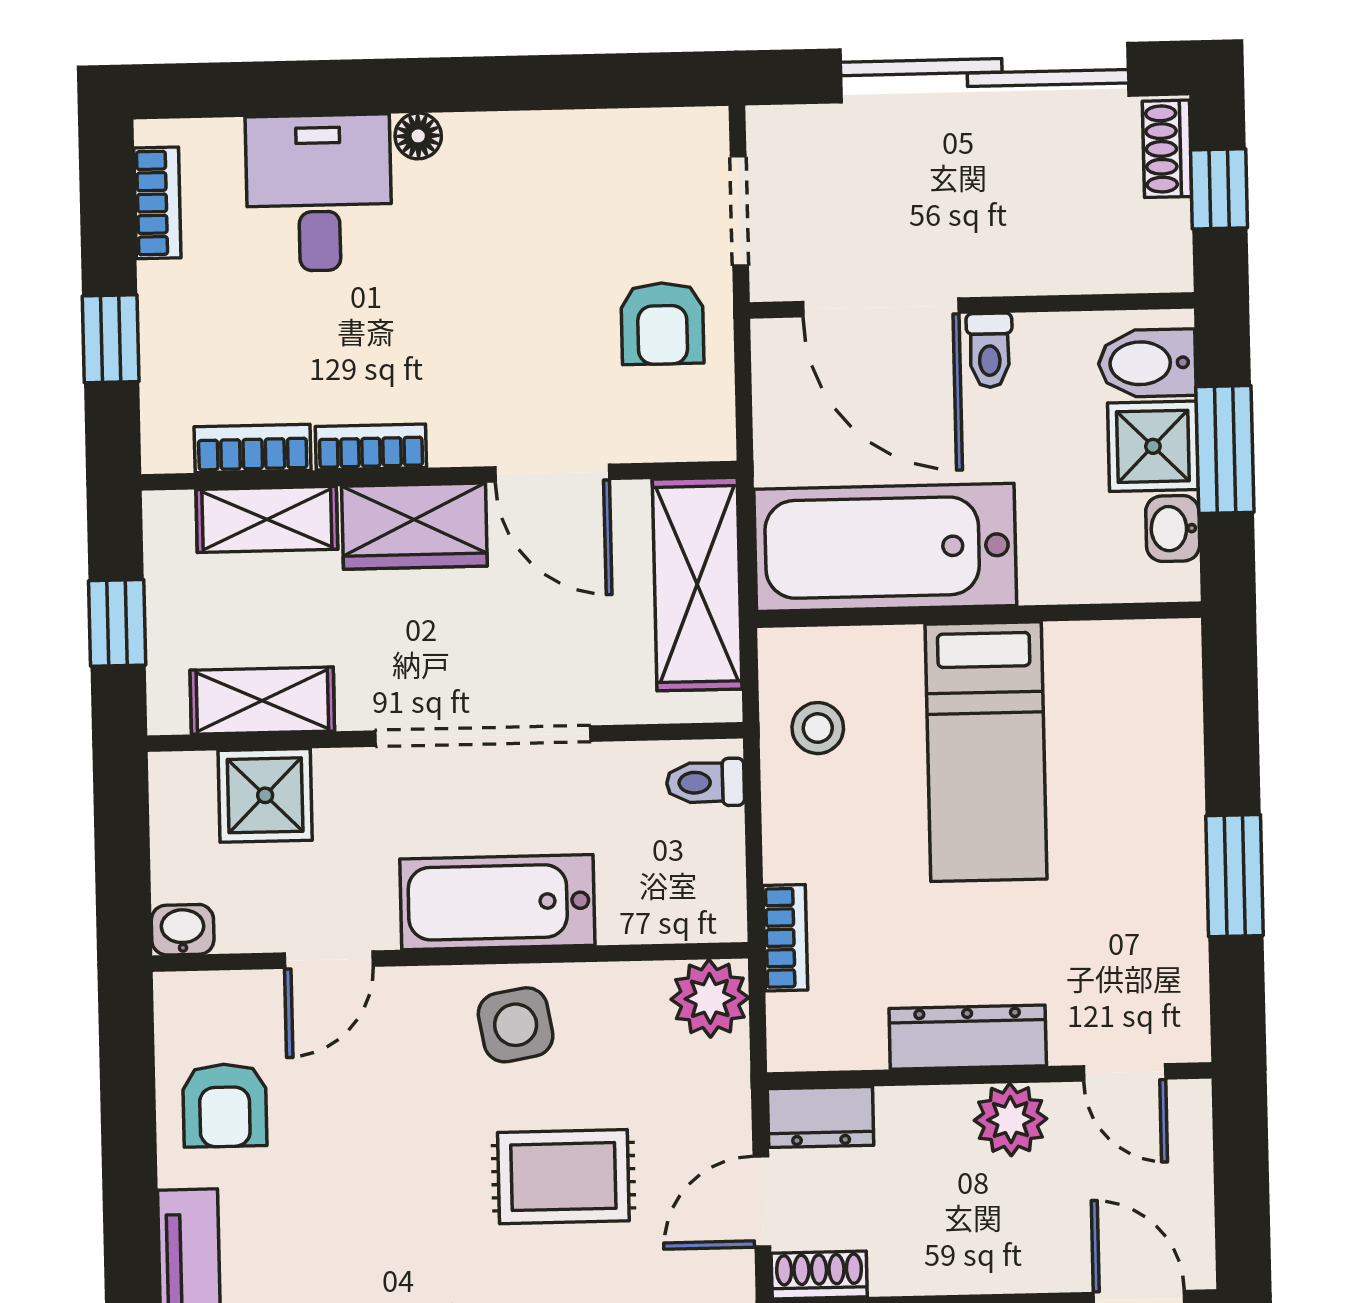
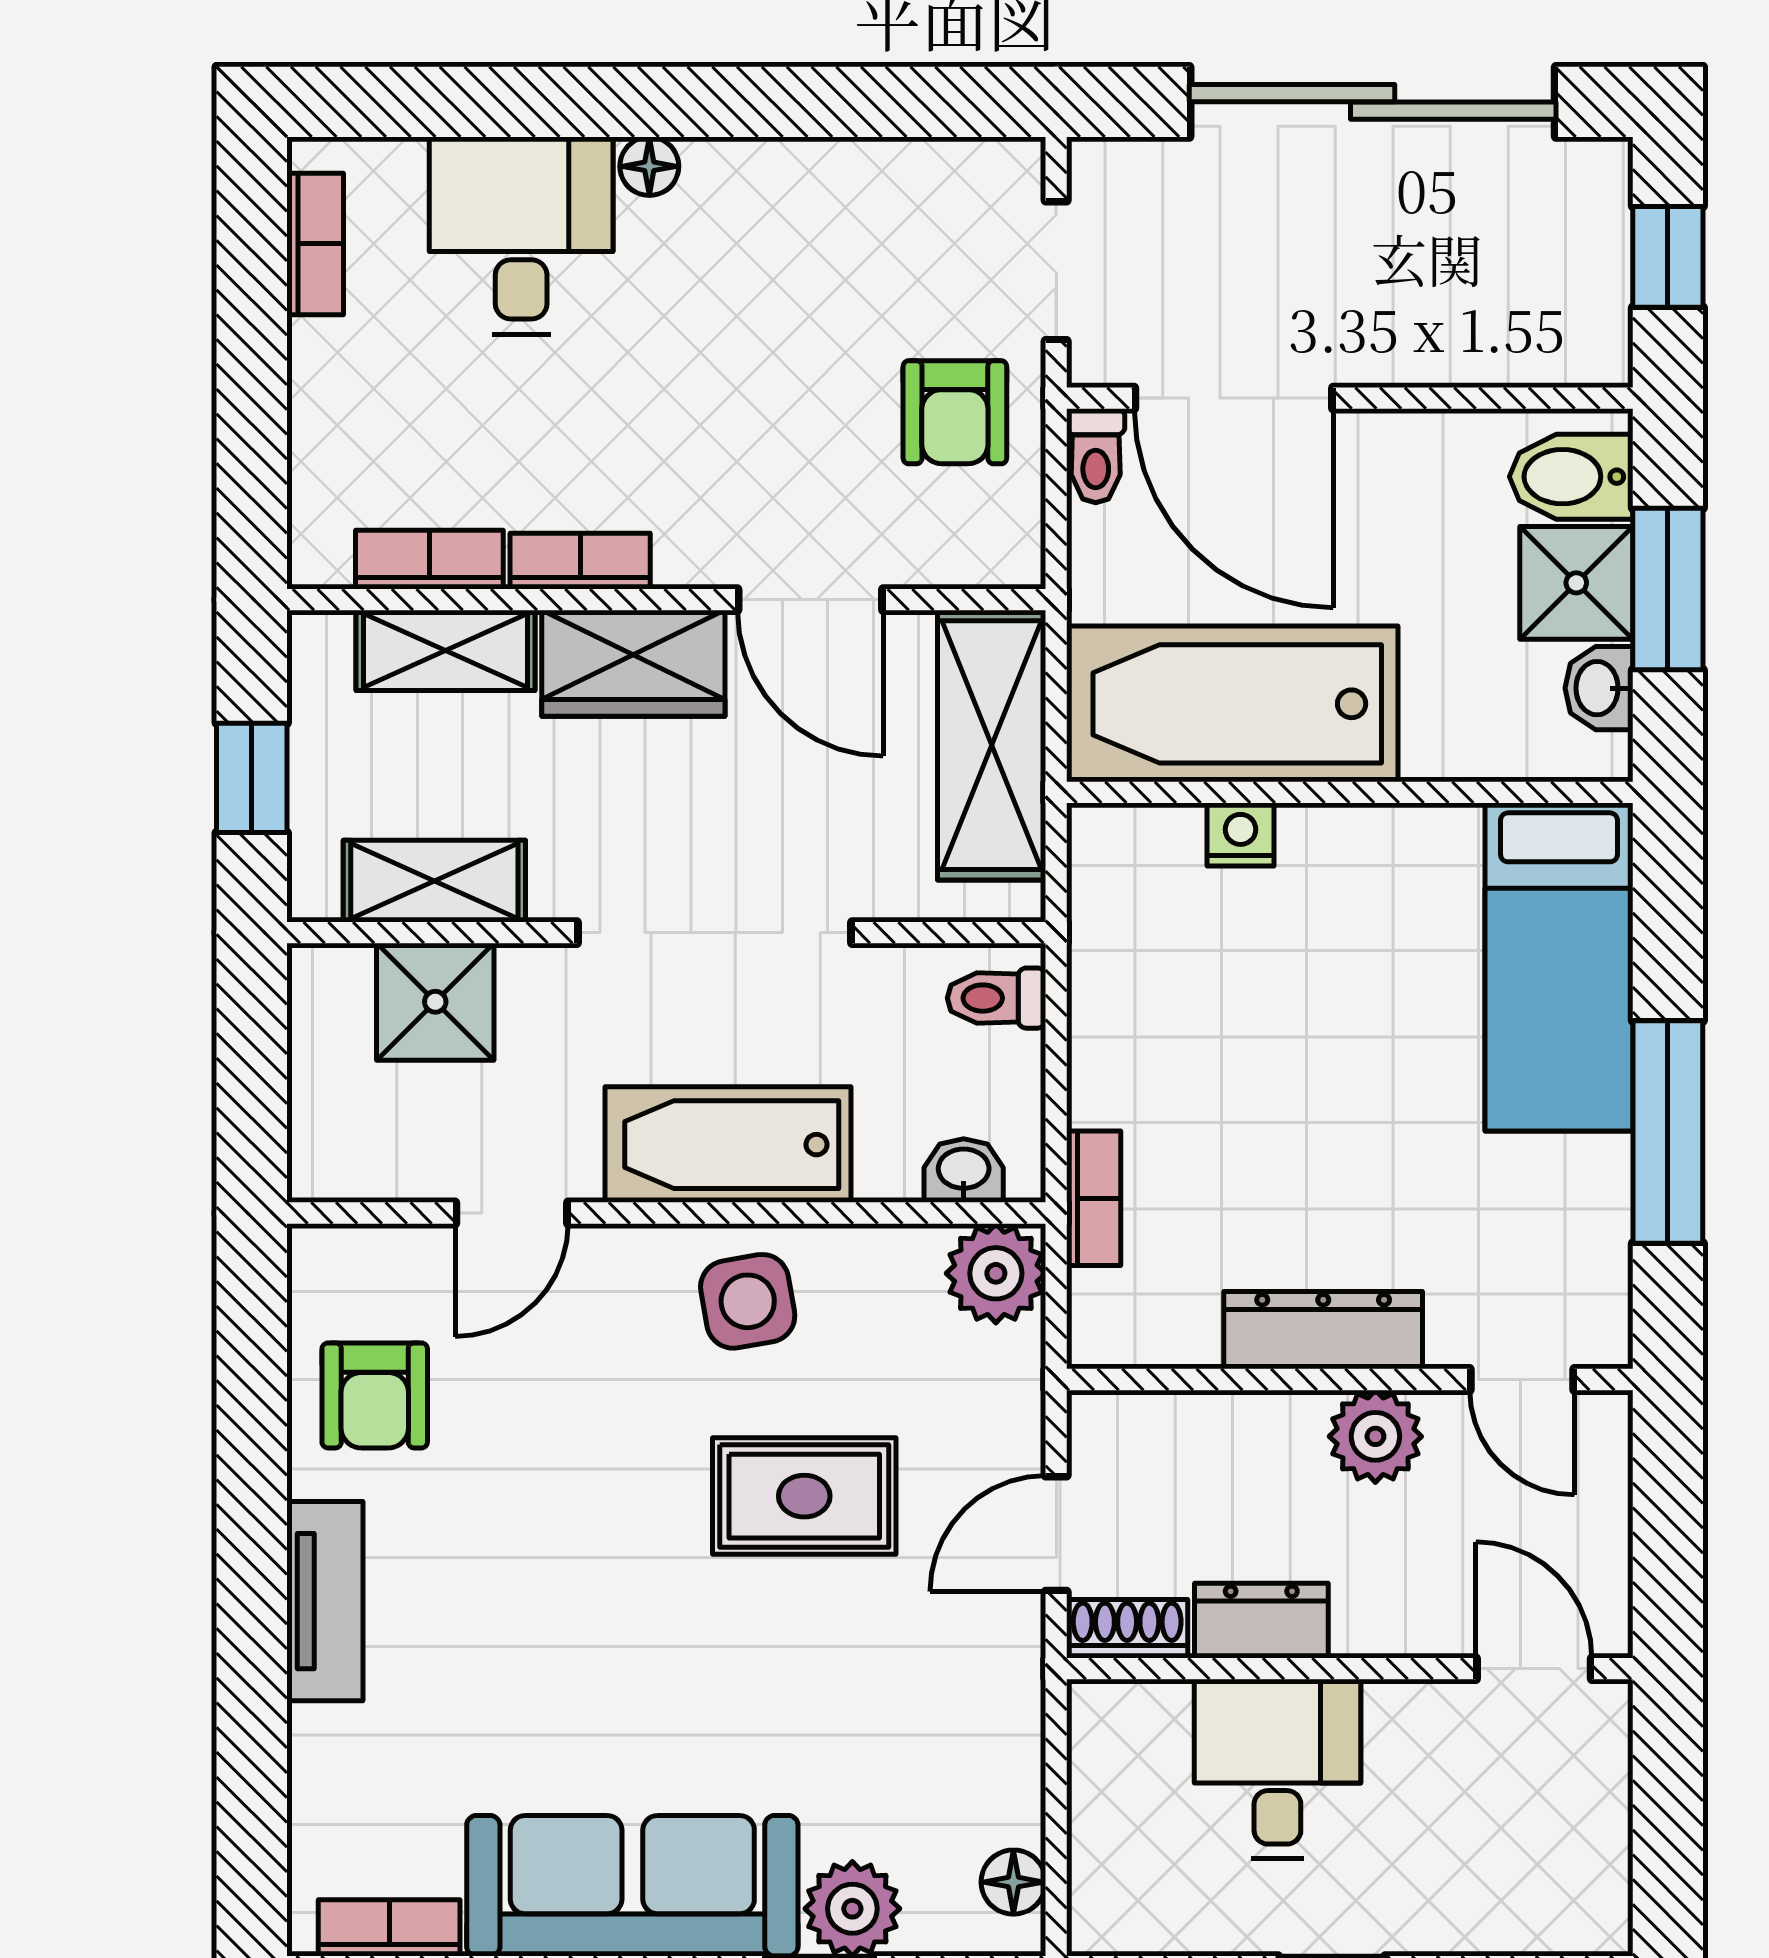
shoe rack: (1167, 149) -> (1603, 204), removed
window: (111, 339) -> (252, 416), removed
toilet: (990, 350) -> (1096, 456), moved
nightstand: (894, 650) -> (1240, 834), added
stool: (818, 728) -> (1141, 932), removed
bed: (986, 752) -> (1559, 967), moved
window: (1235, 876) -> (1668, 1132), width x1.44
washbasin: (183, 930) -> (964, 1171), moved
dresser: (821, 1117) -> (1261, 1621), moved, turned 180

